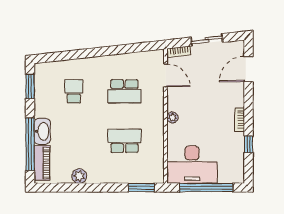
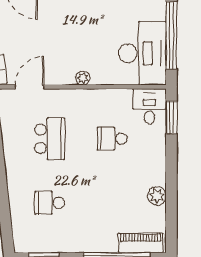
washbasin: (42, 131) -> (100, 243), removed
school desk: (124, 141) -> (112, 139), width x0.54
desk: (150, 170) -> (150, 106), added

